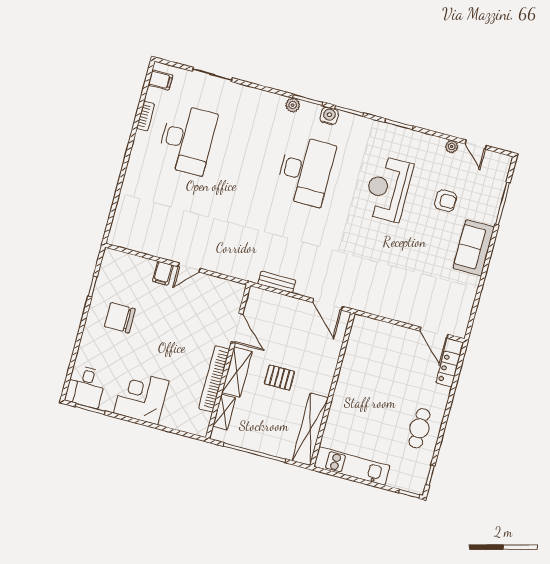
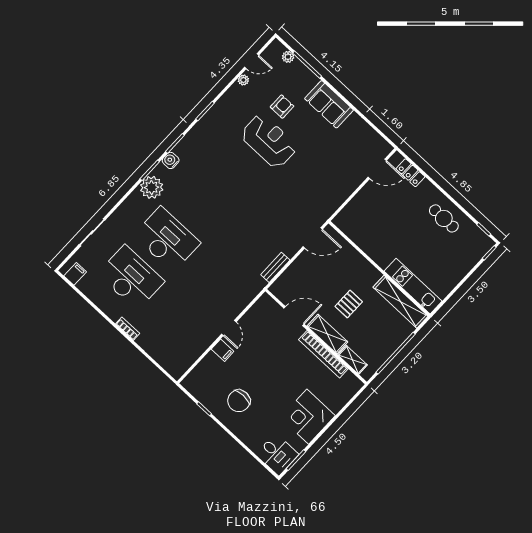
plant: (293, 105) -> (152, 187), width x1.88, depth x1.88
bookcase: (146, 116) -> (128, 329), moved
desk: (305, 171) -> (167, 239), moved
plant: (500, 180) -> (288, 57), added
reception desk: (388, 189) -> (269, 141), moved, turned 180
kitchen unit: (352, 466) -> (413, 286), moved, turned 90

